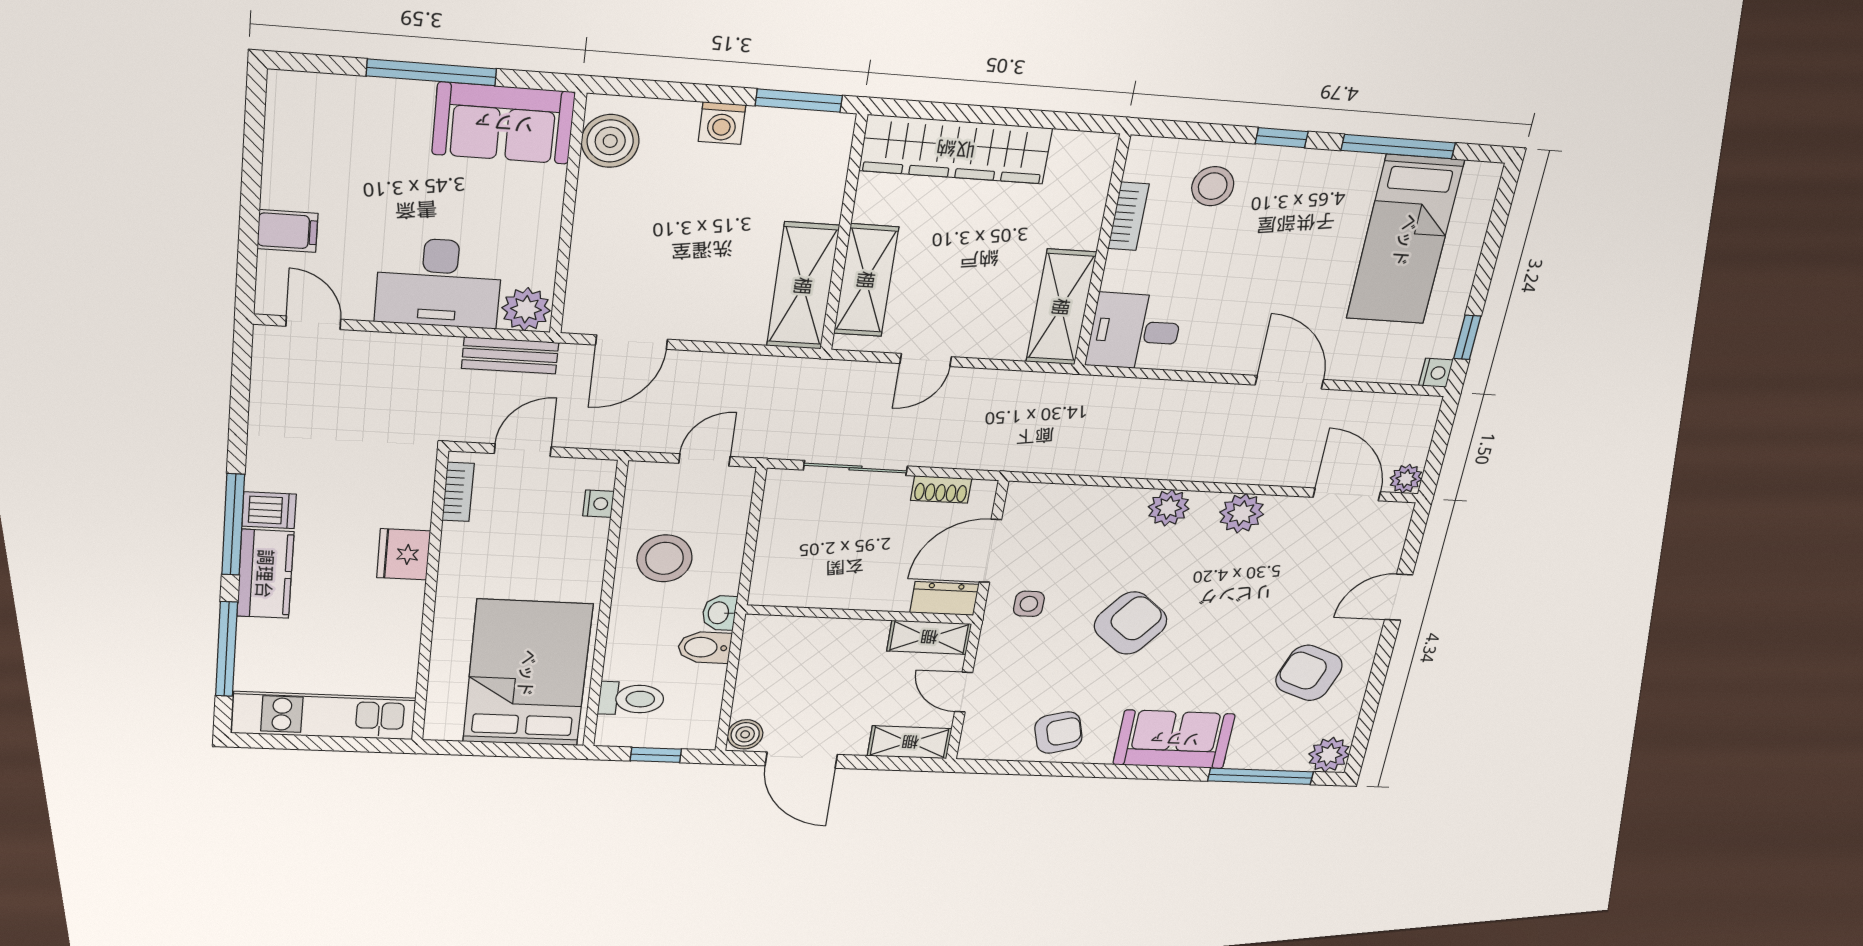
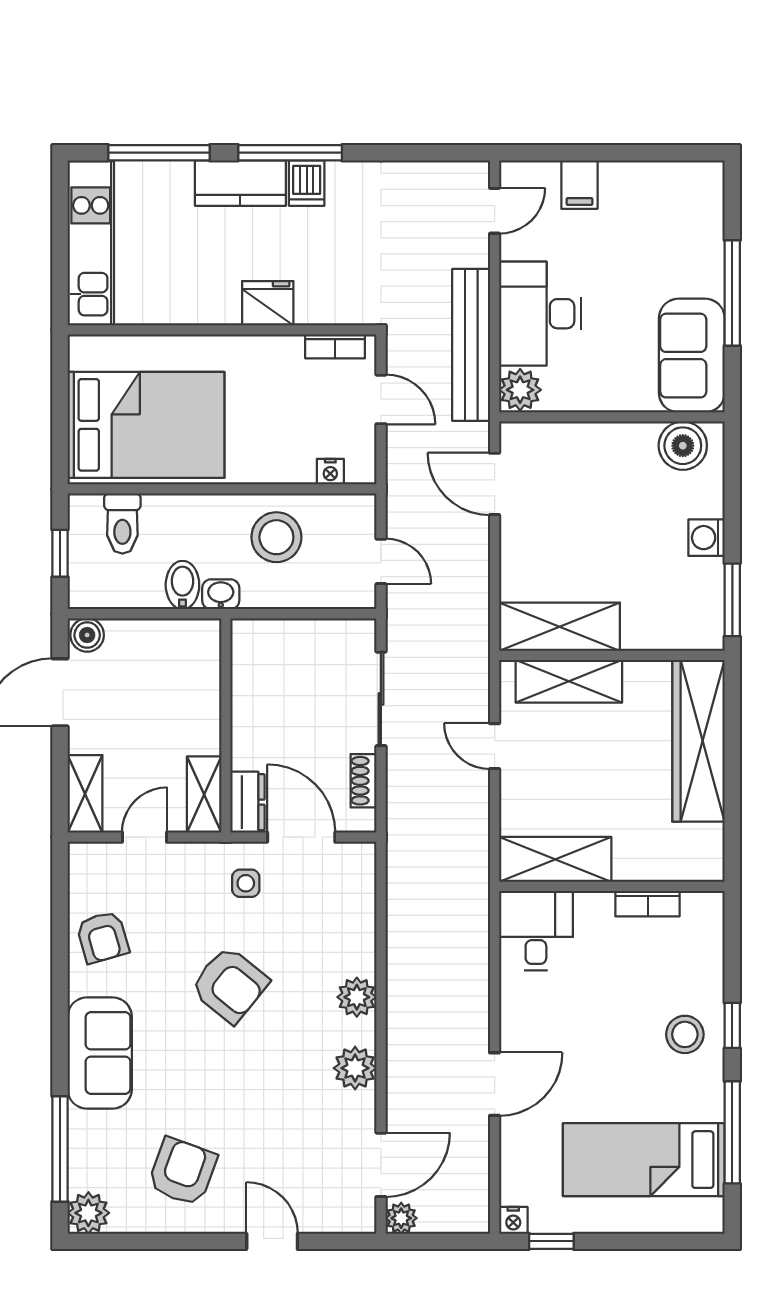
stool: (1213, 186) -> (685, 1034), moved
bench: (510, 355) -> (471, 345), width x1.86, depth x1.21

